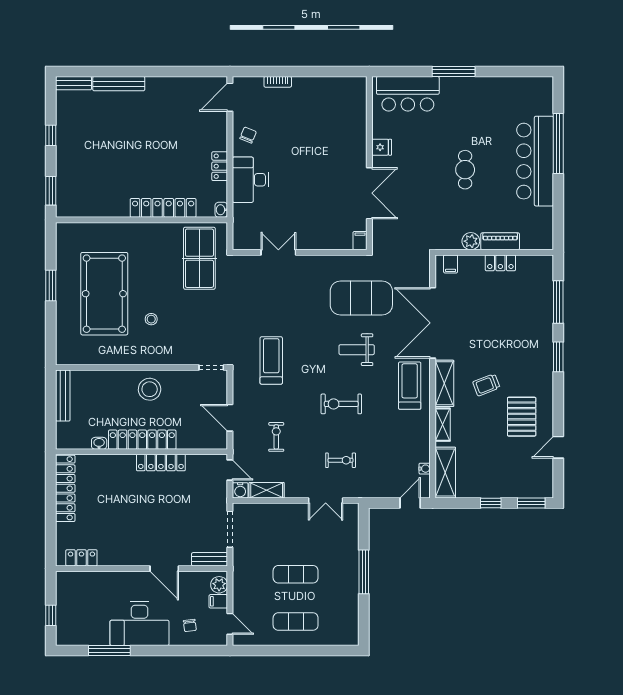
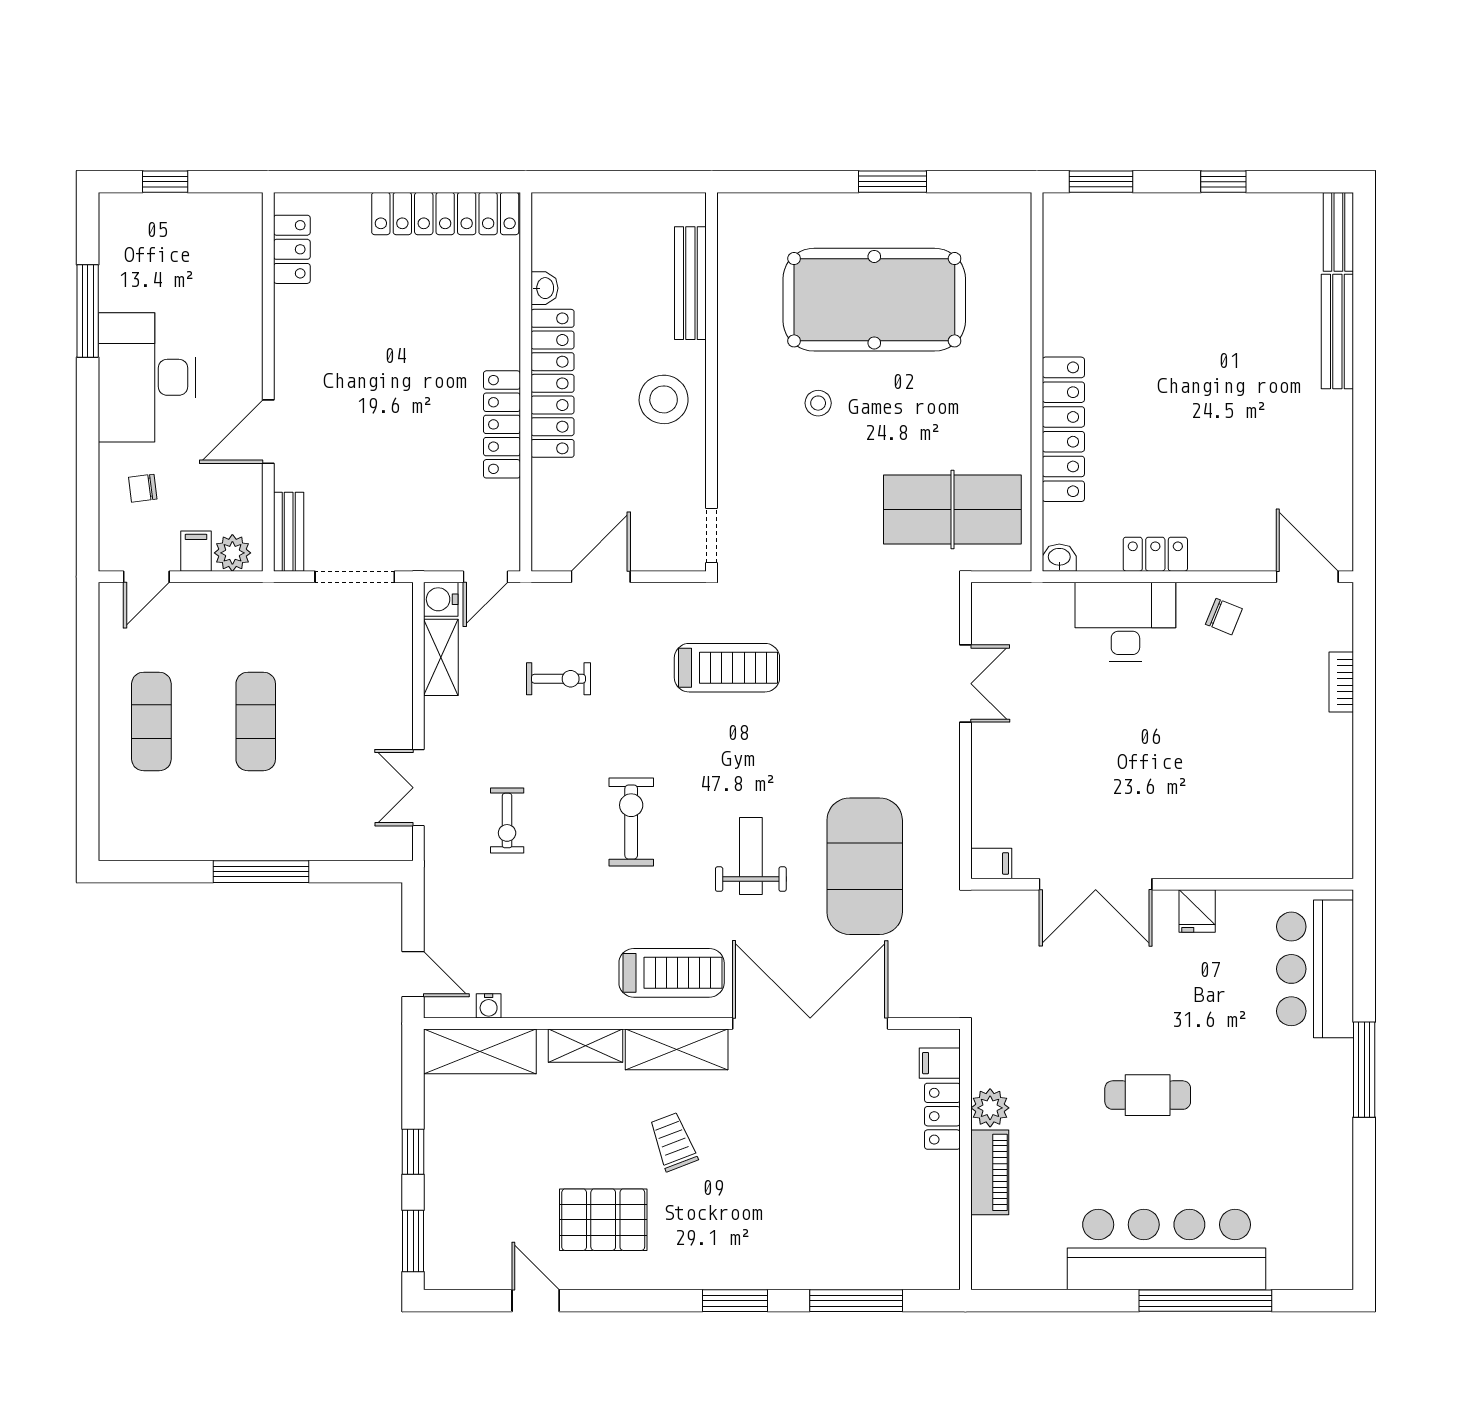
locker: (500, 263) -> (942, 1116), moved
bench: (63, 396) -> (690, 283), moved, turned 90

